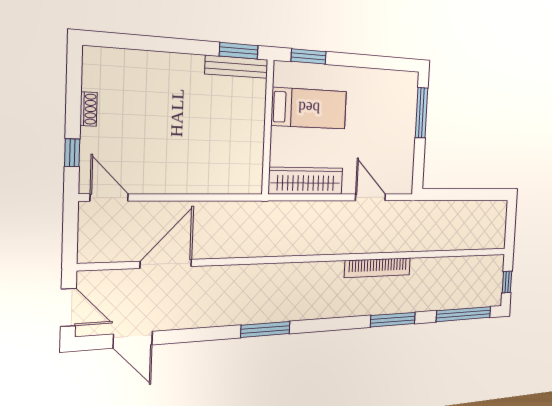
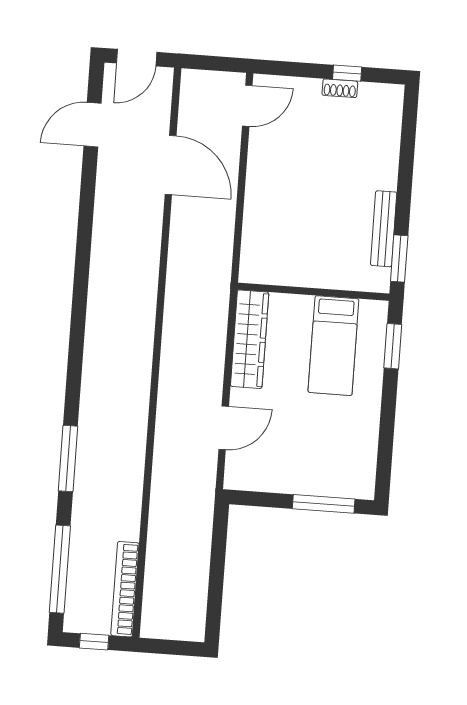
bench: (237, 67) -> (384, 229), moved
window: (72, 153) -> (347, 73), moved
bookcase: (378, 268) -> (125, 589), moved
window: (265, 329) -> (81, 282), removed

